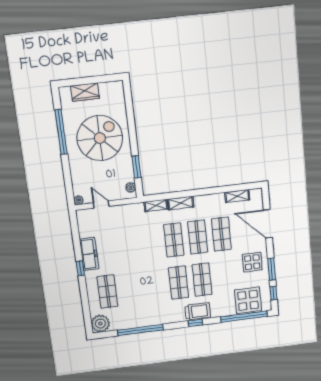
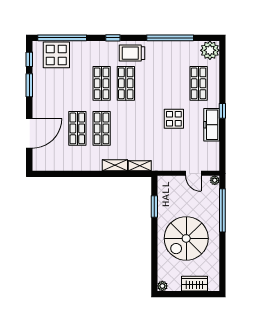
window: (61, 132) -> (222, 210), moved
plant: (131, 187) -> (162, 286), moved
shelving: (237, 196) -> (58, 165), removed
door: (268, 224) -> (29, 133), hinge flipped
shop shelf: (174, 240) -> (126, 128), removed
display table: (252, 262) -> (174, 119), moved
trolley: (198, 311) -> (132, 53), moved

